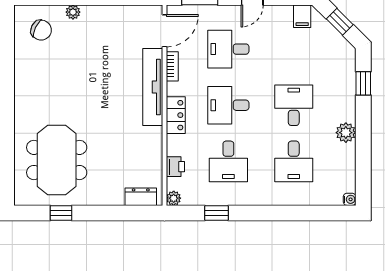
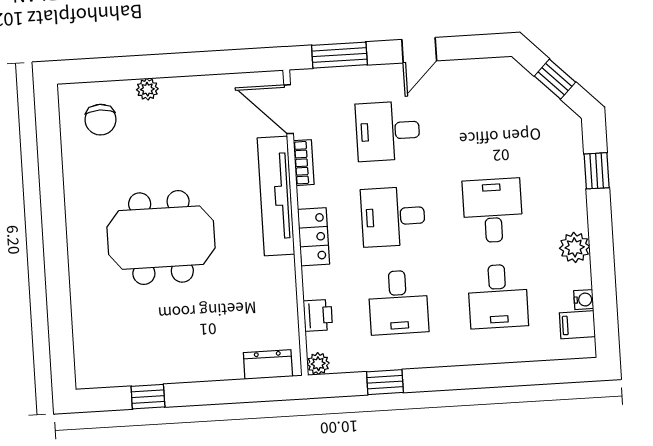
filing cabinet: (302, 16) -> (577, 325), moved, turned 90
chair: (41, 30) -> (100, 120), turned 64
door: (164, 31) -> (289, 109), swing flipped
meeting table: (57, 160) -> (161, 238), moved, turned 90
water cooler: (350, 199) -> (584, 300), moved

